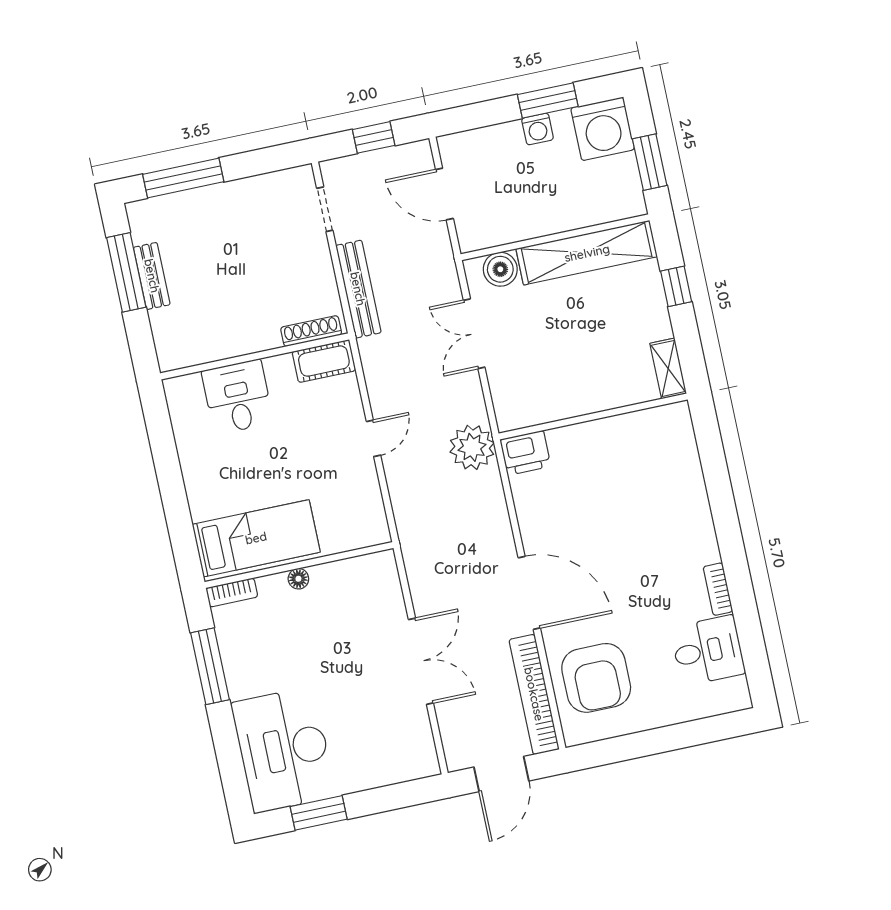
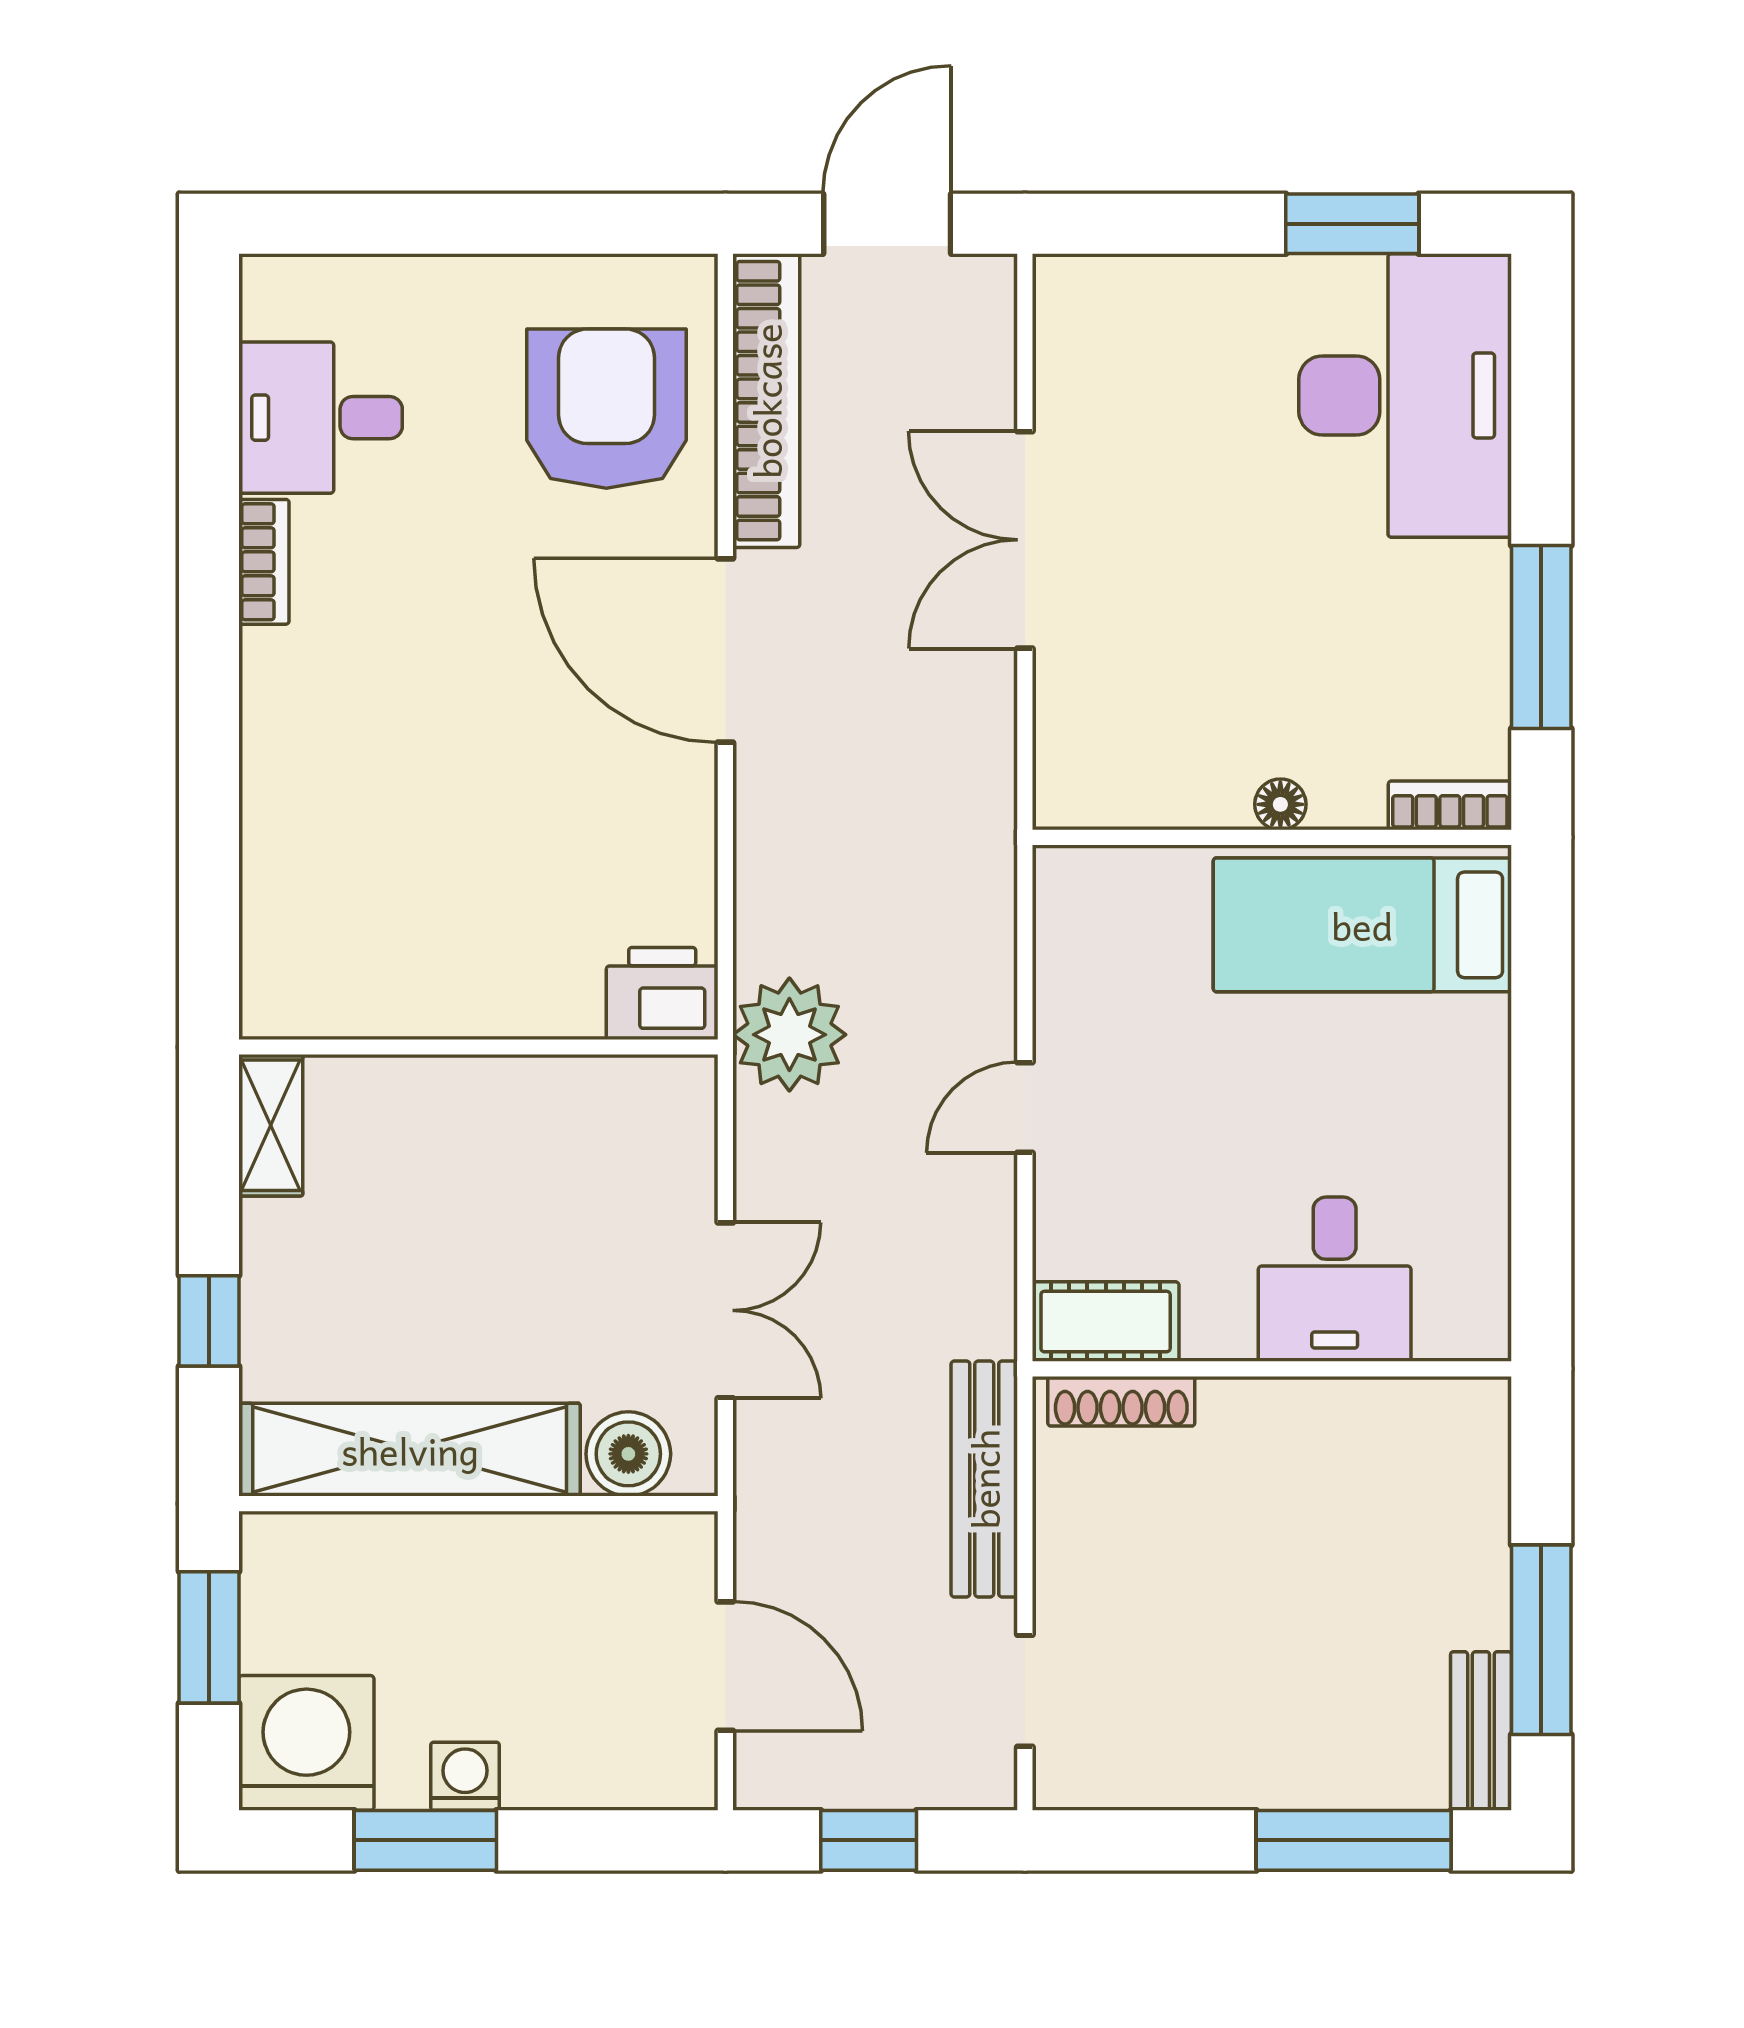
bench: (152, 276) -> (1481, 1731), moved

